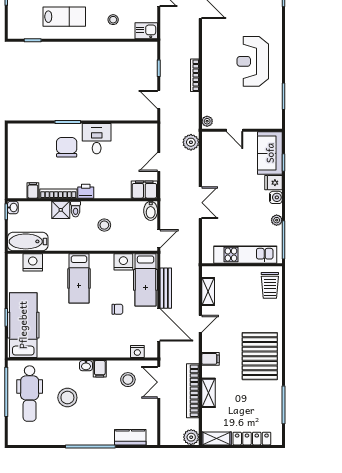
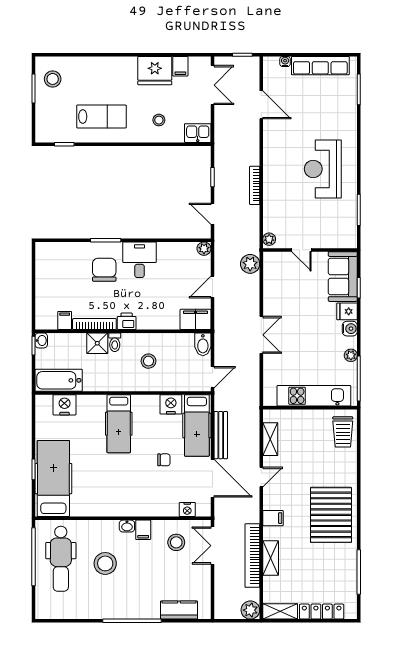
plant: (152, 129) -> (204, 249), added

